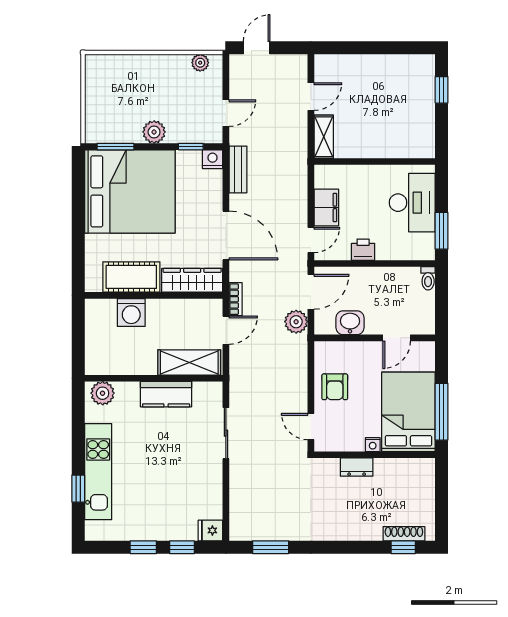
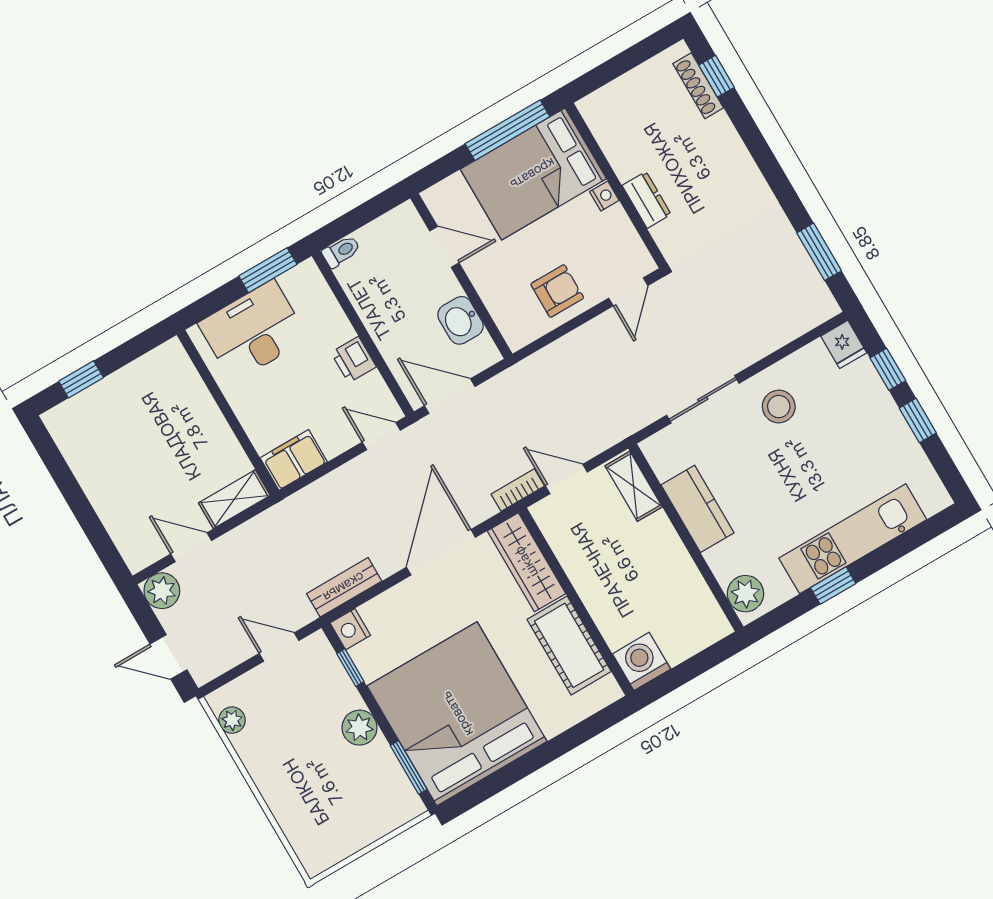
filing cabinet: (326, 207) -> (294, 460), moved
washing machine: (131, 312) -> (642, 661), moved, turned -90
plant: (296, 322) -> (162, 591), moved
shelving: (189, 362) -> (634, 486), width x0.67, depth x0.75
stool: (197, 473) -> (779, 407), added
window: (78, 489) -> (833, 586), moved

